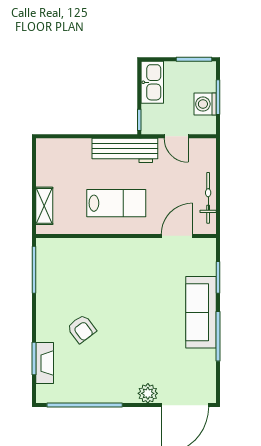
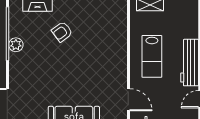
plant: (148, 393) -> (16, 45), moved

